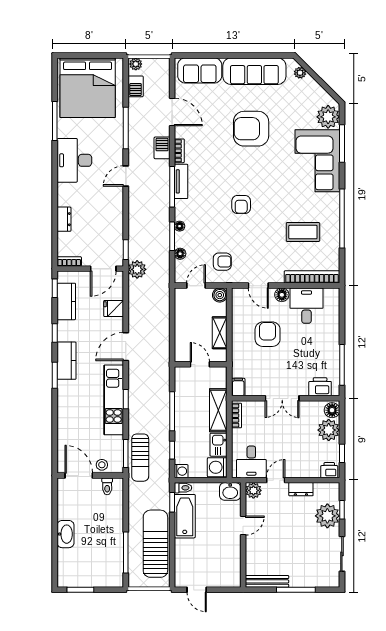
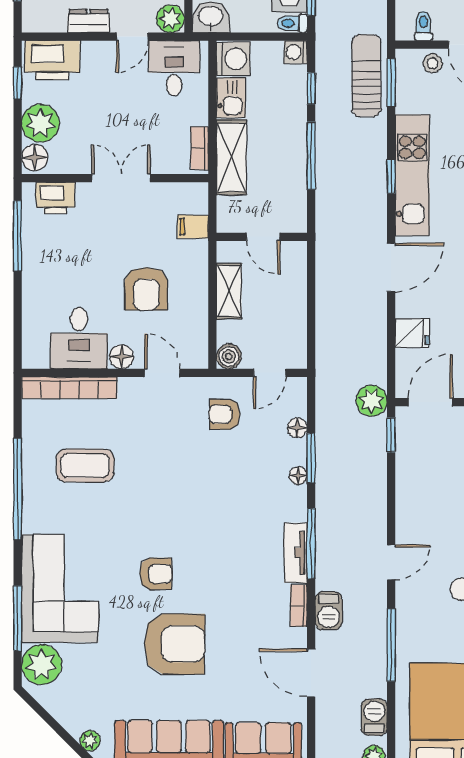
armchair: (241, 204) -> (156, 574), moved, turned 90
filing cabinet: (238, 387) -> (193, 227), moved, turned 90
printer: (329, 470) -> (52, 60), width x1.87, depth x1.48

